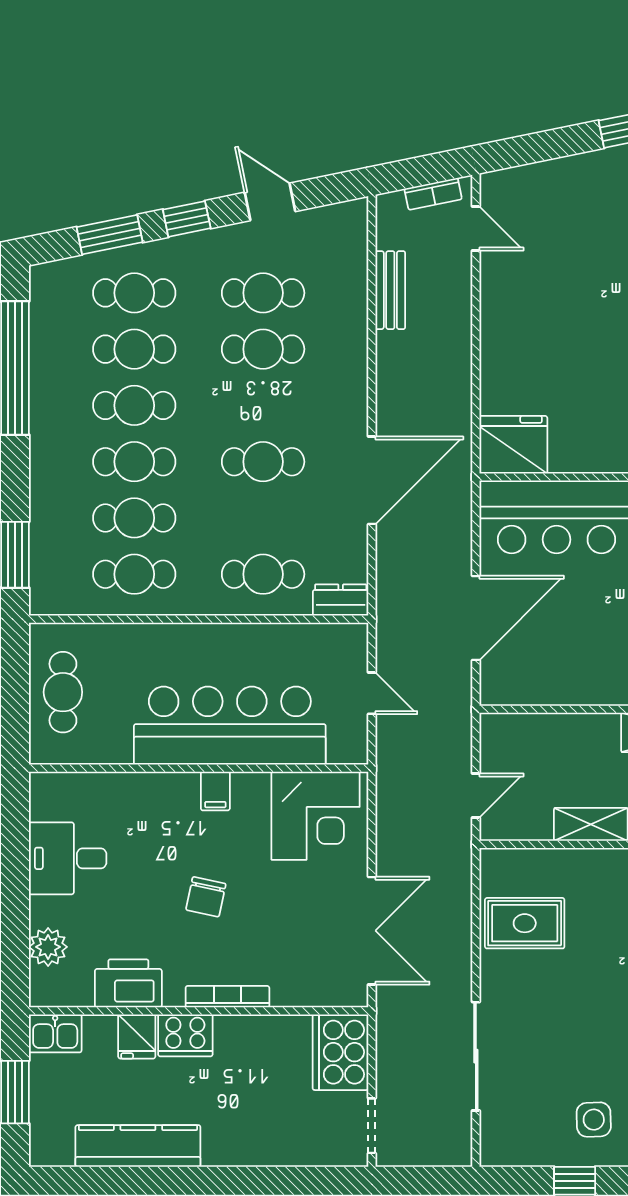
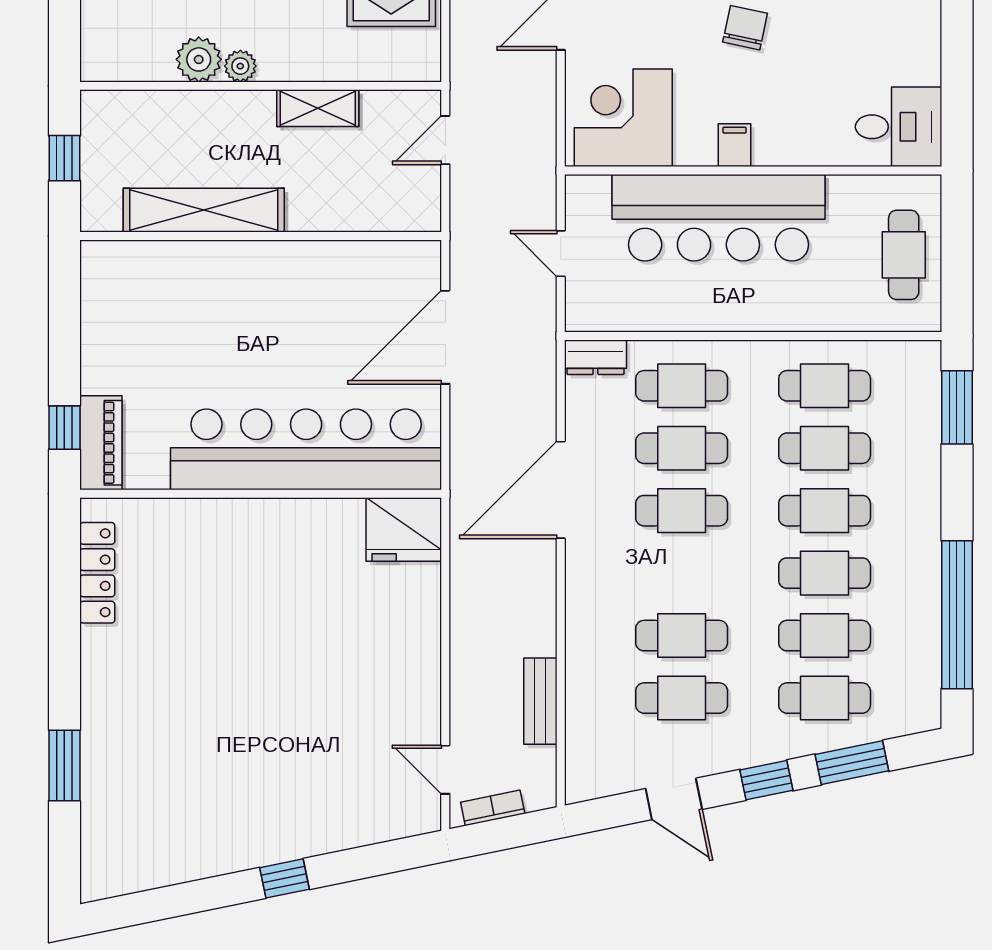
cafe table: (263, 518) -> (682, 448), added
desk: (68, 858) -> (899, 127), moved

